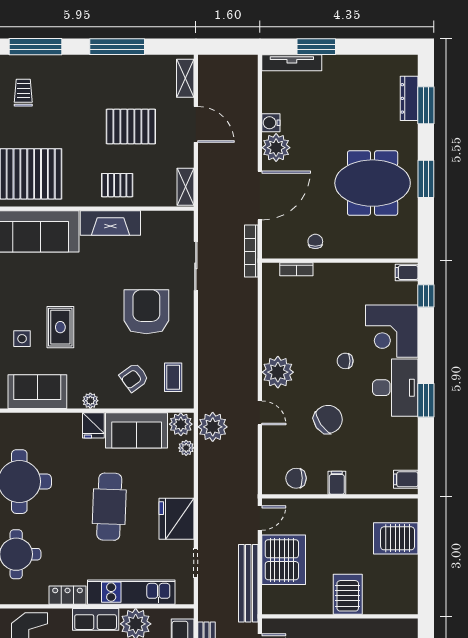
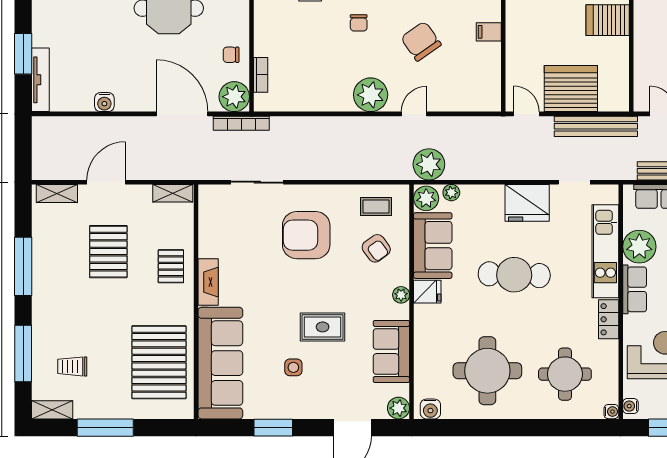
plant: (276, 148) -> (234, 97), moved
fireplace: (110, 223) -> (208, 282), width x0.73, depth x0.76
side table: (22, 339) -> (293, 367), moved
chair: (296, 478) -> (484, 75), removed

